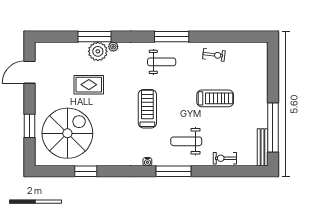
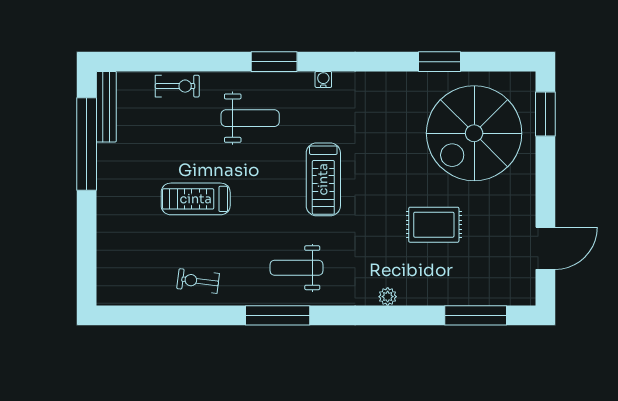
window: (95, 37) -> (476, 315), moved
plant: (98, 51) -> (417, 288), removed
window: (30, 126) -> (545, 114), moved
window: (173, 171) -> (274, 62), width x0.69

